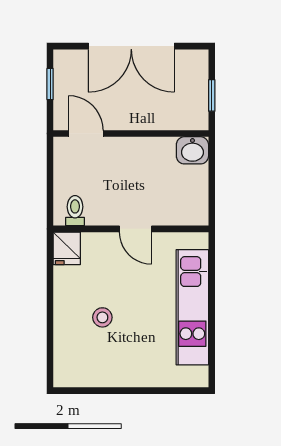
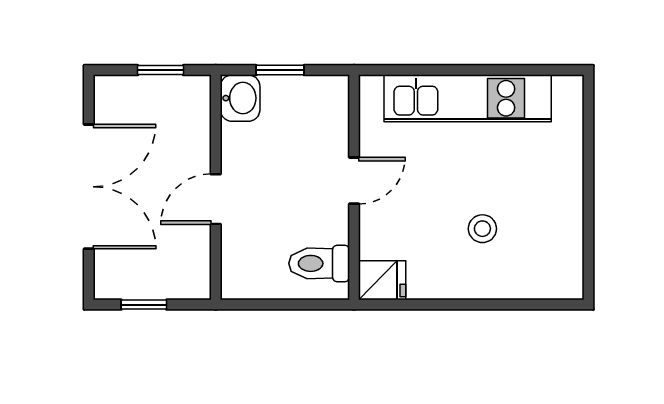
door: (86, 134) -> (216, 199), moved
window: (212, 178) -> (280, 70), added
toilet: (75, 211) -> (319, 263), width x1.37, depth x1.39

